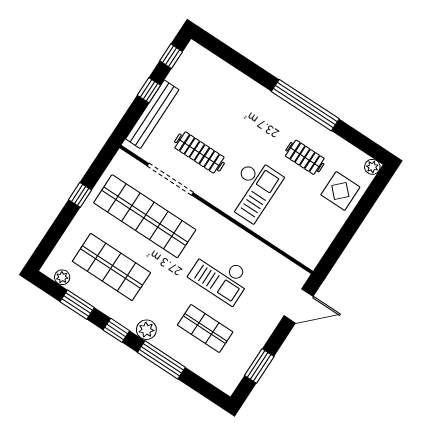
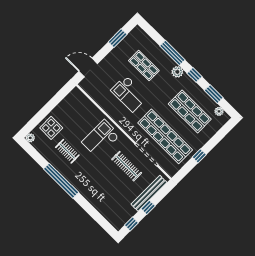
checkout: (220, 276) -> (129, 94), turned 180

